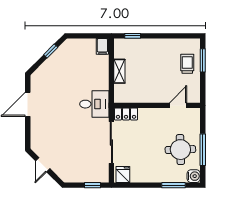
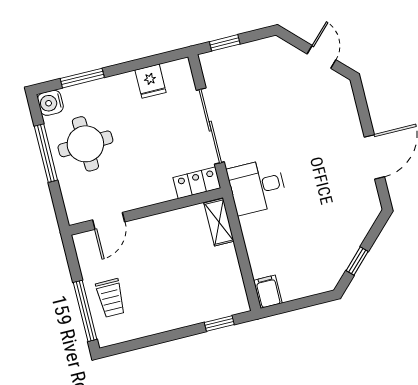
window: (203, 60) -> (85, 311), width x1.44
shelving: (119, 71) -> (219, 222), moved
fridge: (123, 174) -> (151, 81), moved

